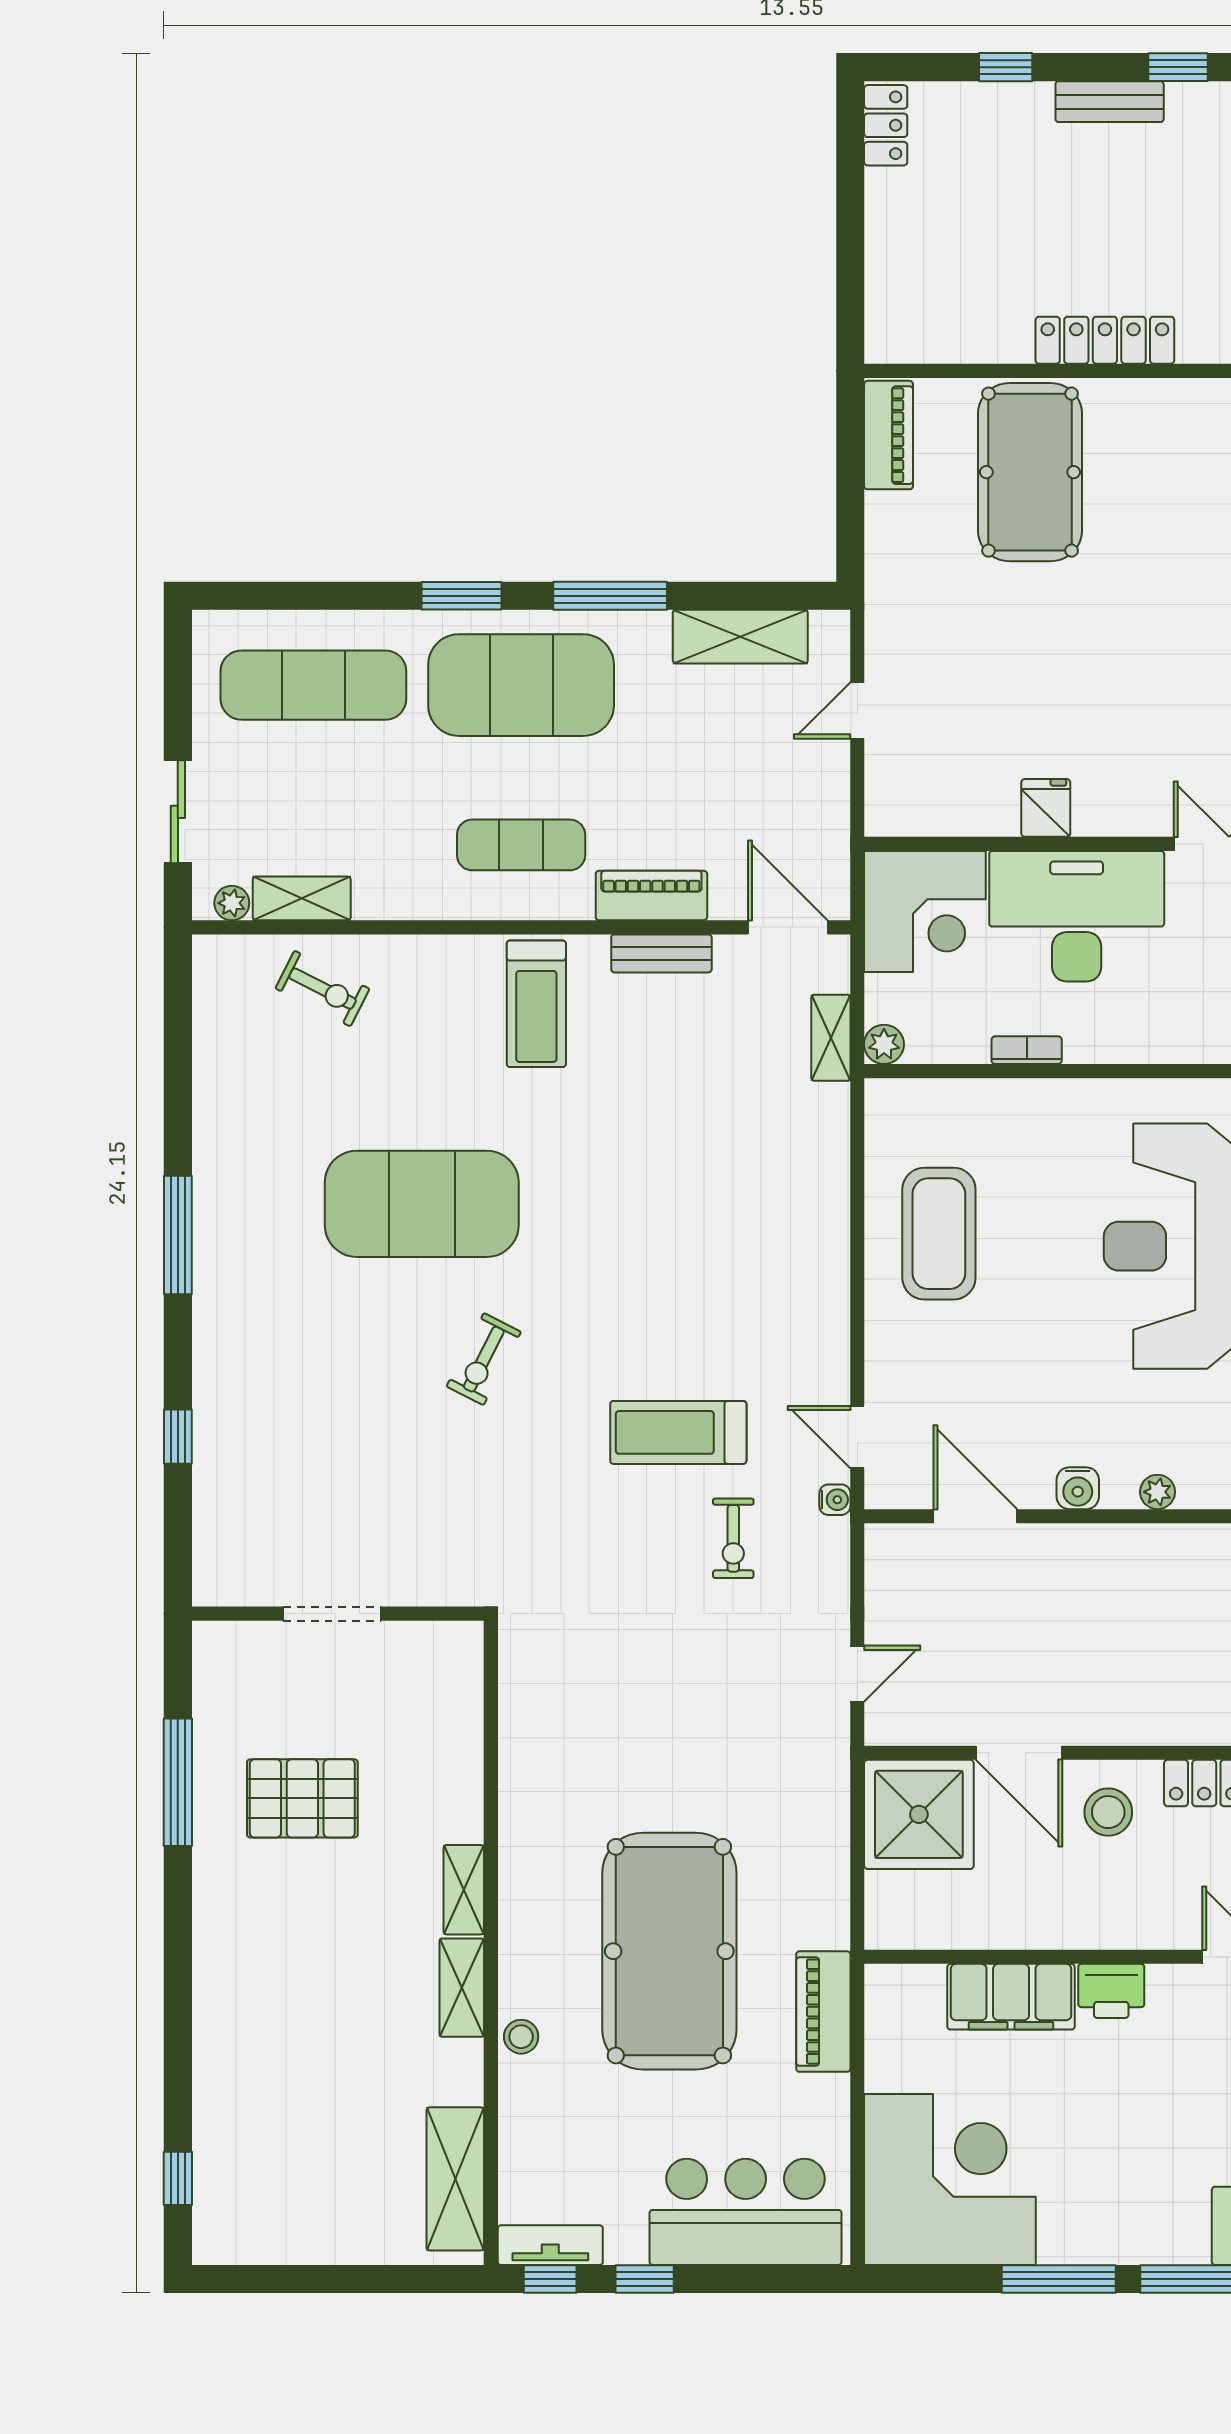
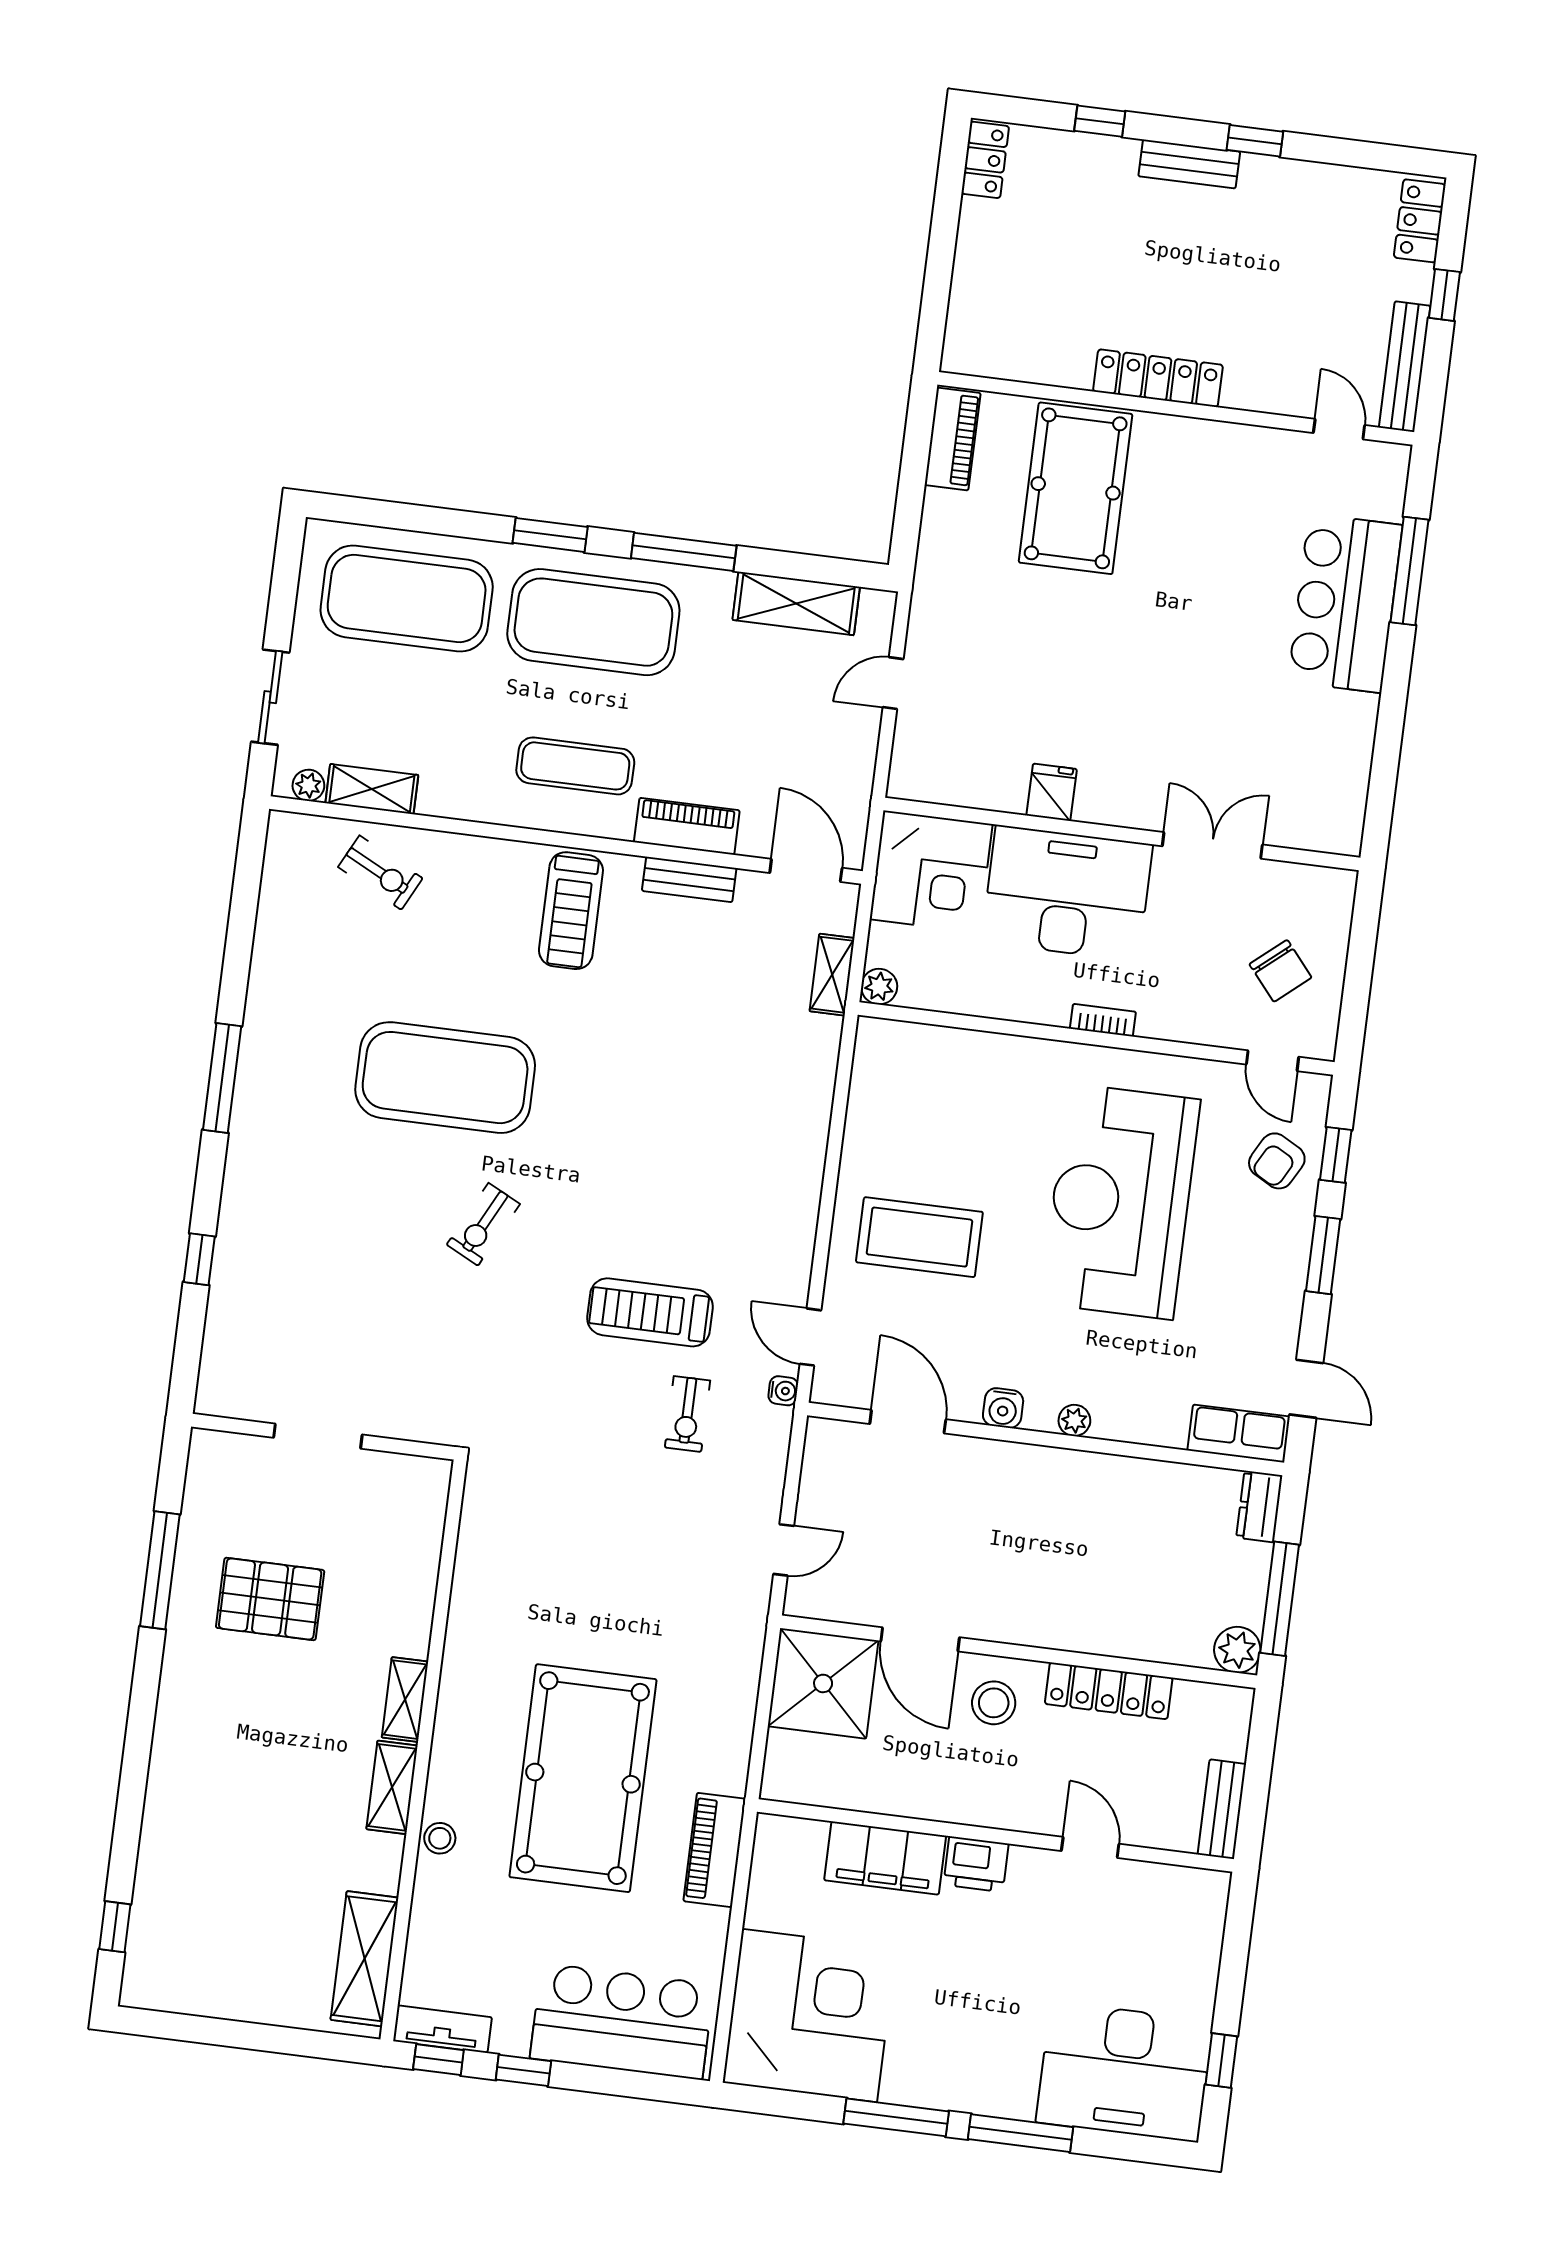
exercise mat: (313, 685) -> (407, 598), width x1.47
bookcase: (1027, 1050) -> (1103, 1020), moved
coffee table: (939, 1234) -> (919, 1237), moved, turned 90

